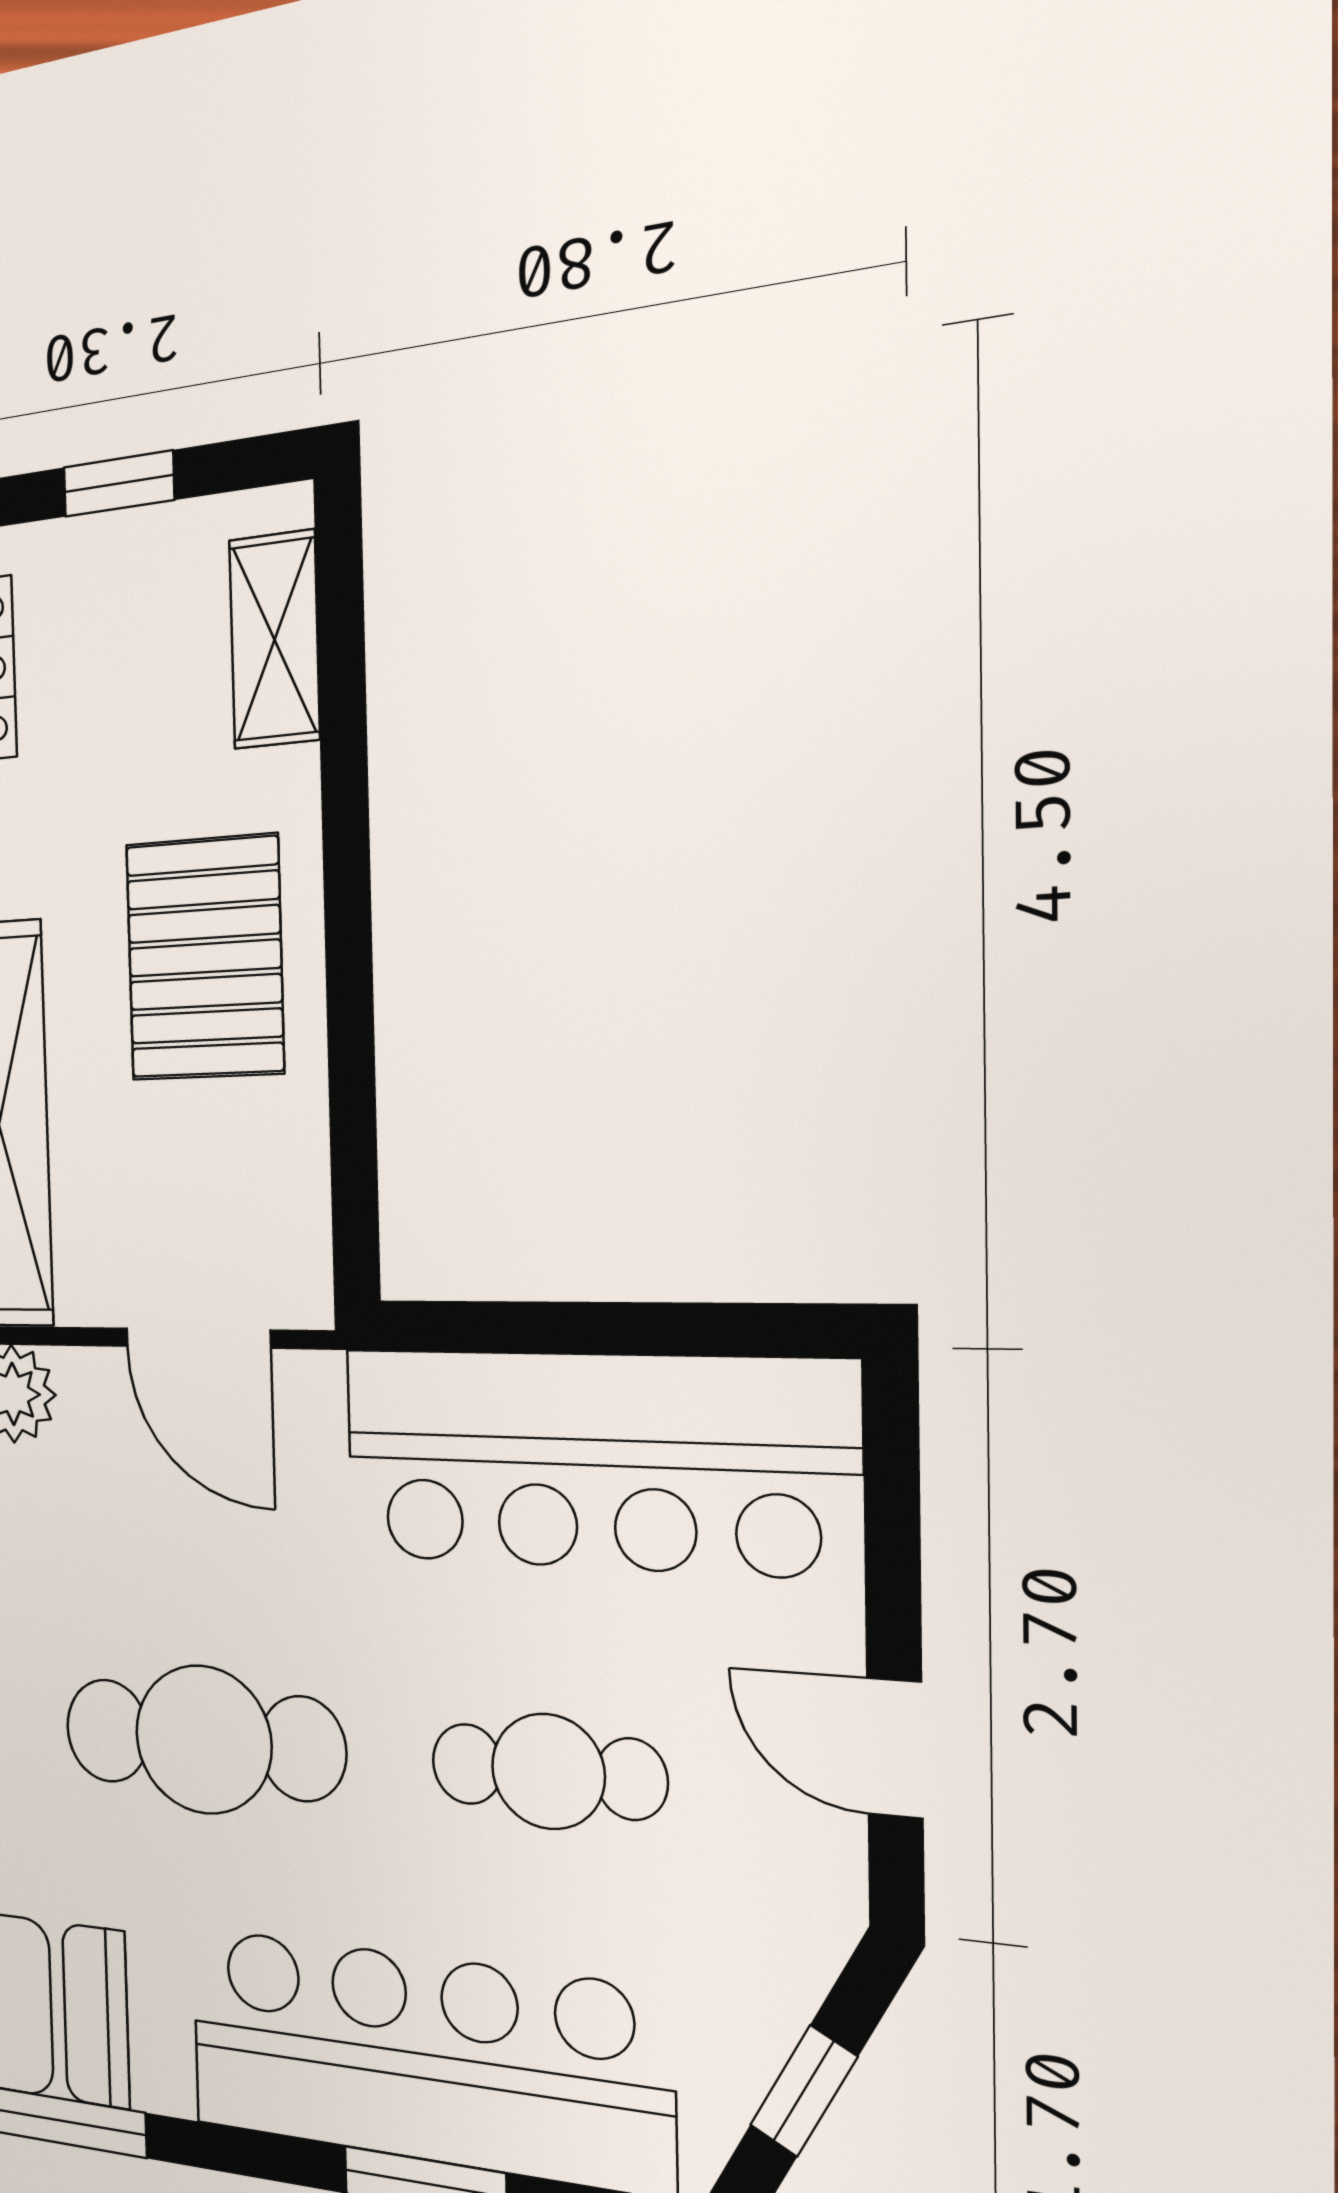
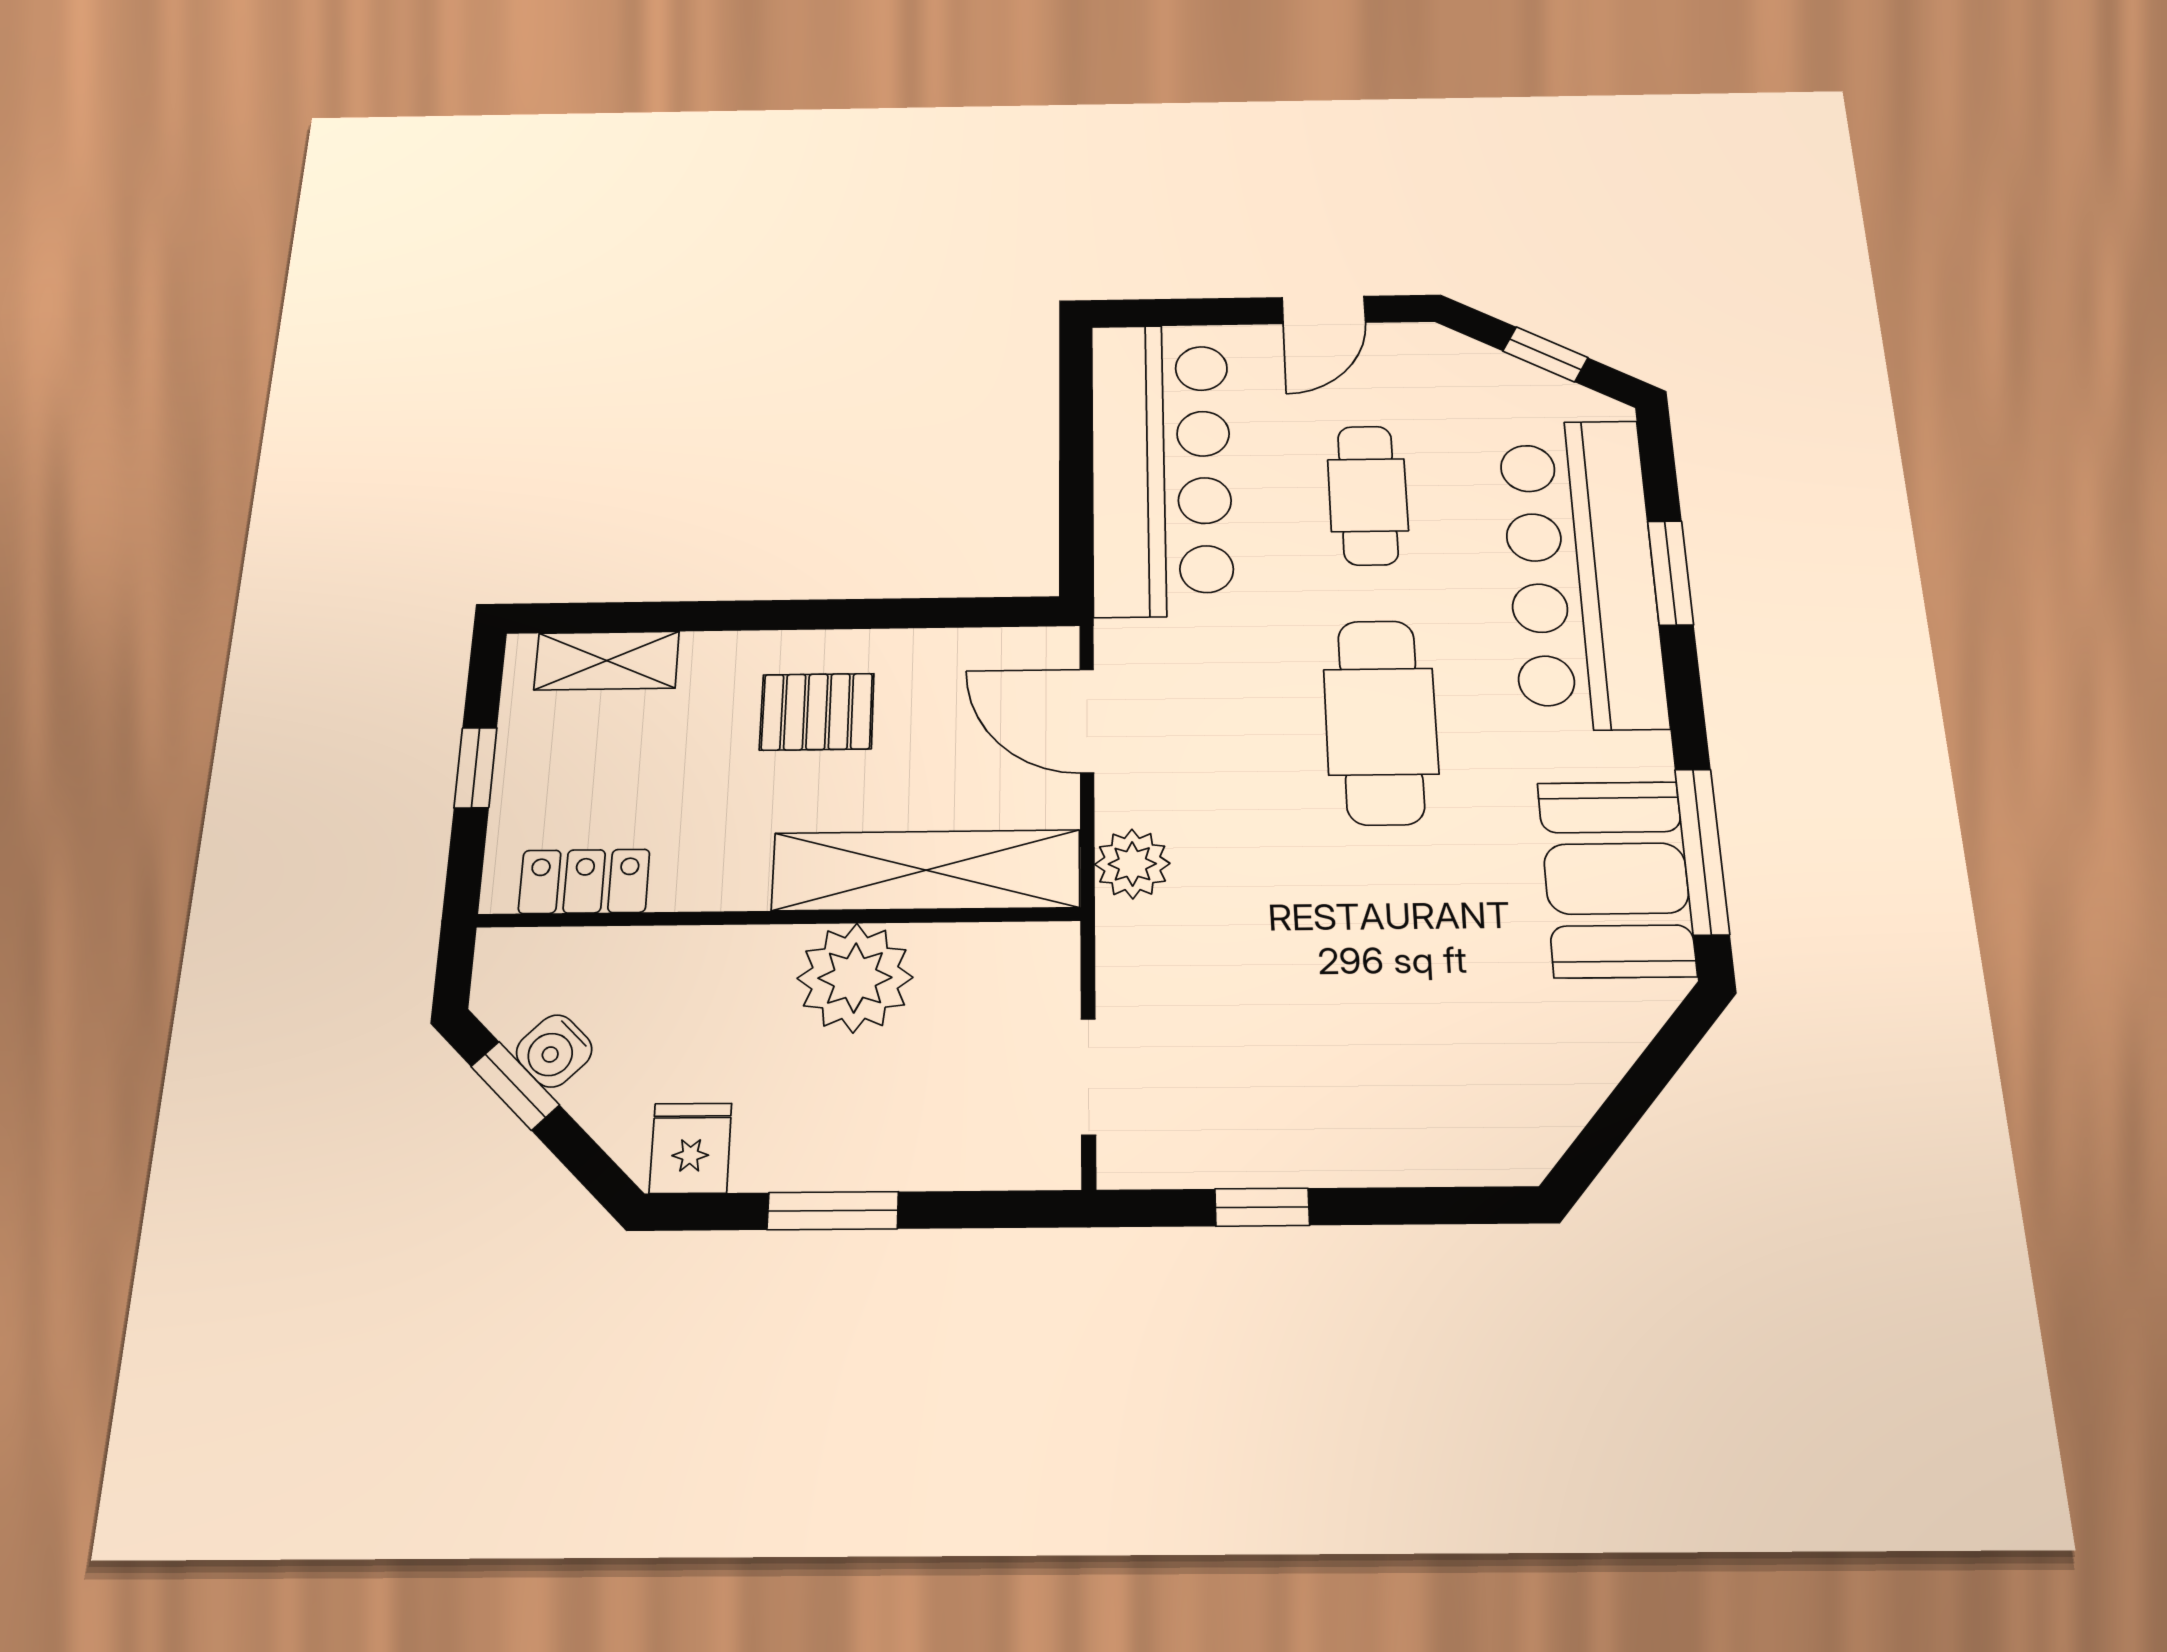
pallet: (205, 958) -> (817, 712), width x0.67, depth x0.71
door: (198, 1338) -> (1087, 721), swing flipped

